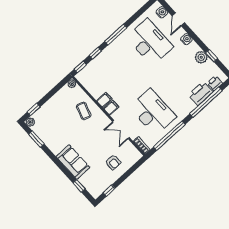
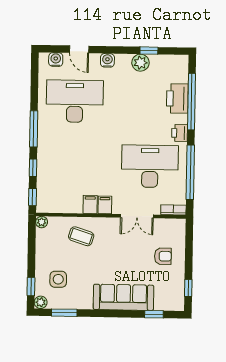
printer: (215, 83) -> (180, 133), moved
side table: (51, 120) -> (58, 279), added
sofa: (73, 162) -> (123, 297), width x1.36

